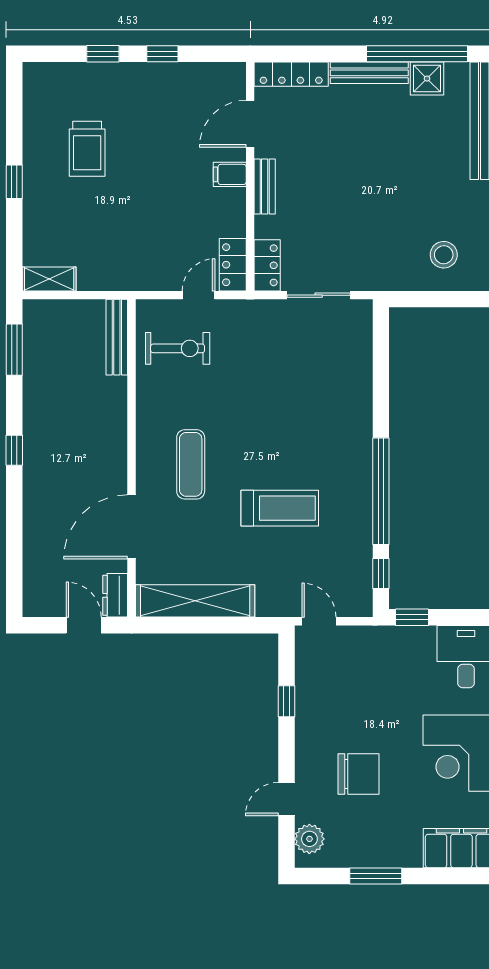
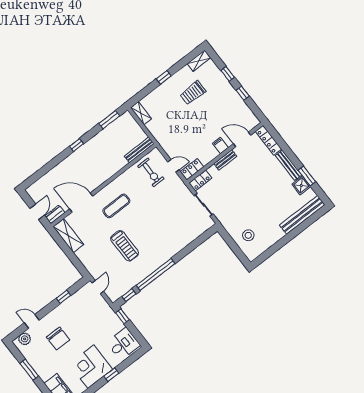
window: (417, 54) -> (307, 176), width x0.47
shelving: (35, 89) -> (199, 61), added
shelving: (195, 601) -> (68, 236), width x0.68

